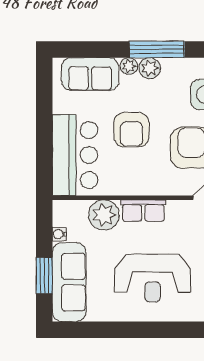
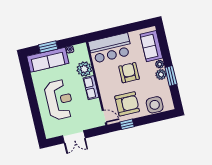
window: (157, 49) -> (171, 76), width x0.69
armchair: (131, 130) -> (129, 73), turned 90
reception desk: (152, 278) -> (59, 100), turned 180

